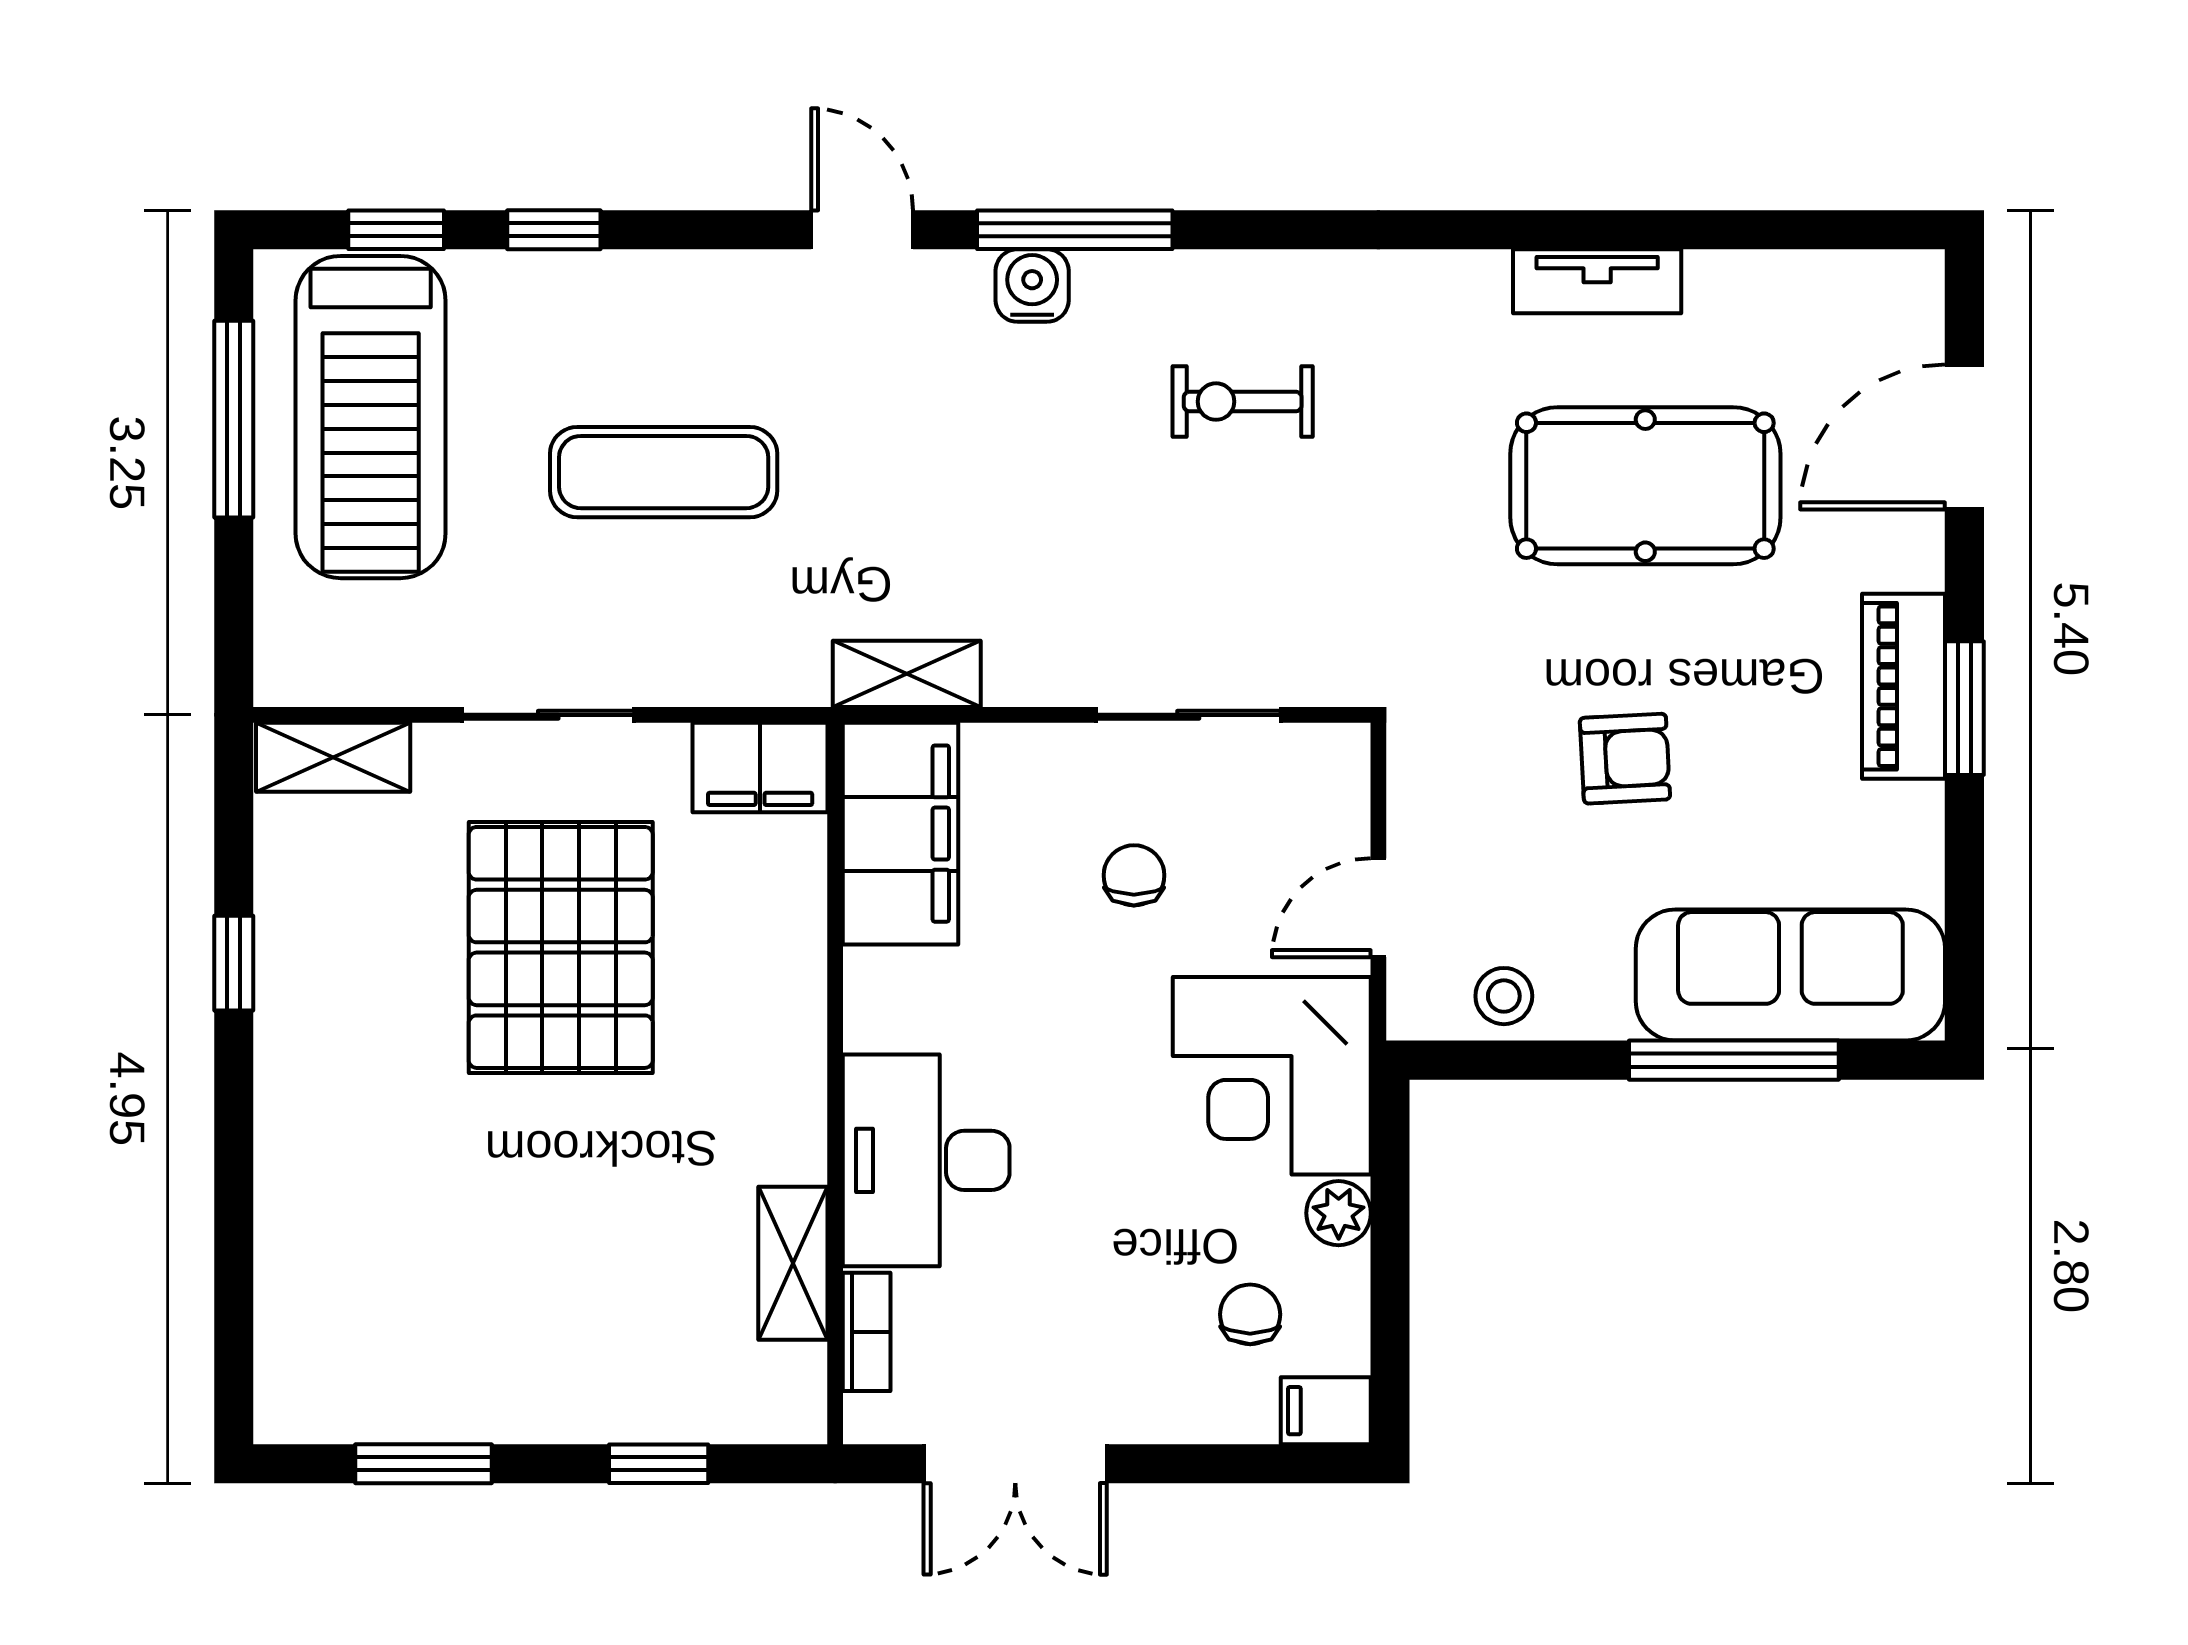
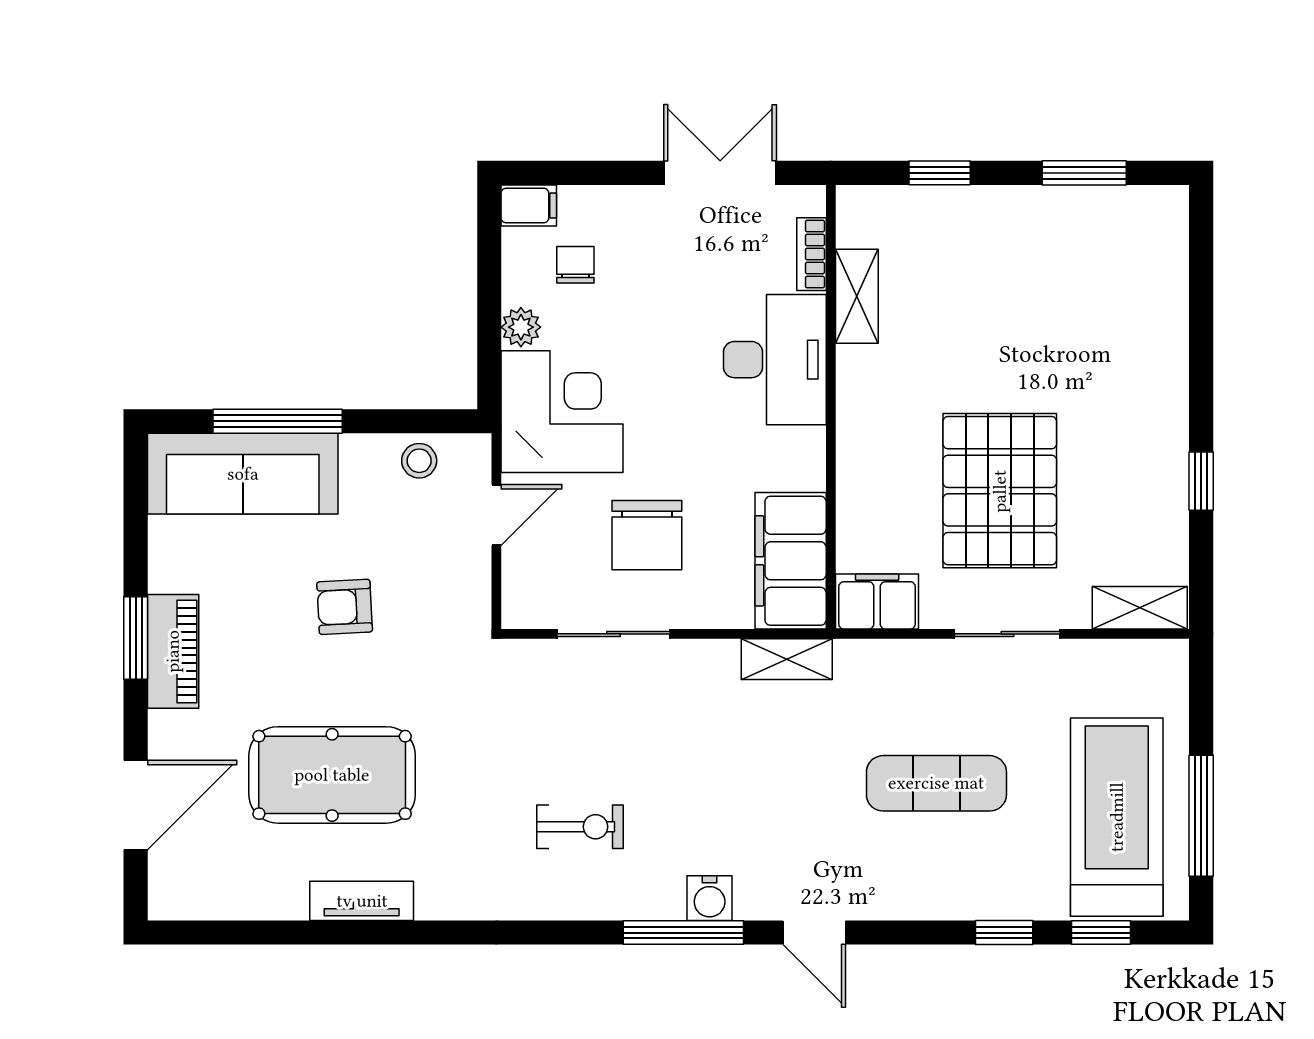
chair: (1134, 875) -> (647, 535), width x1.87, depth x1.87
chair: (1250, 1314) -> (575, 265), turned 180

